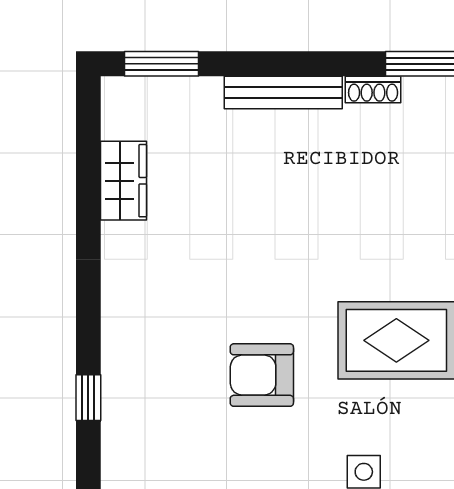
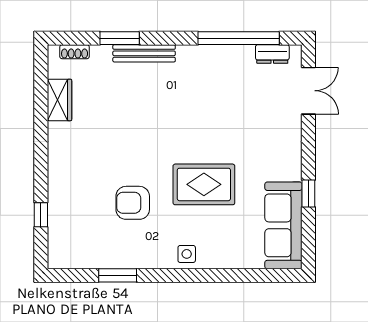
window: (162, 64) -> (120, 38), moved
shoe rack: (373, 89) -> (75, 52), moved

